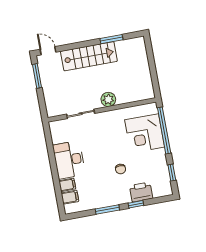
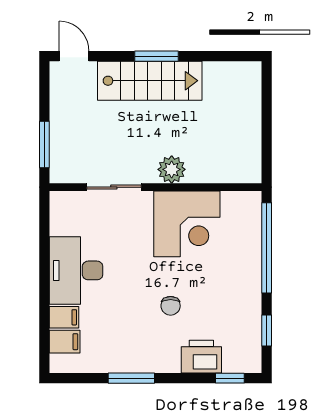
window: (111, 39) -> (156, 56), moved
window: (37, 76) -> (44, 144), moved
corner desk: (145, 133) -> (187, 224), moved, turned -90
window: (136, 204) -> (230, 378), moved

